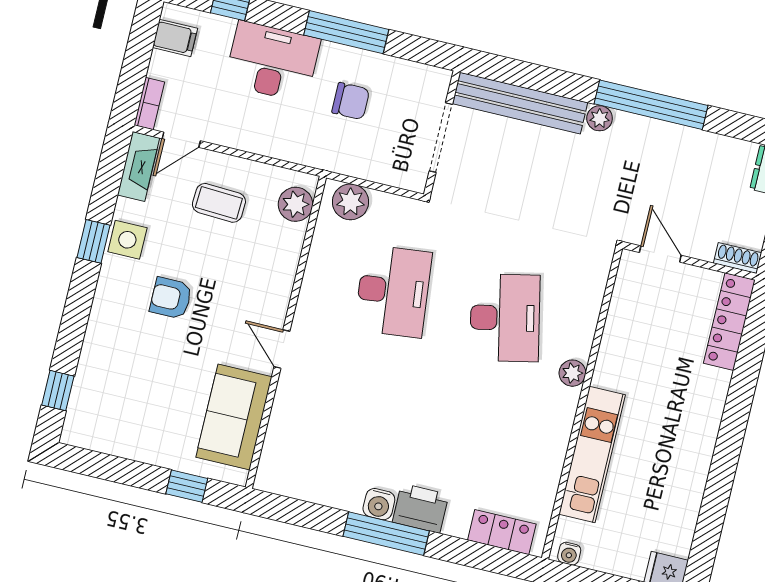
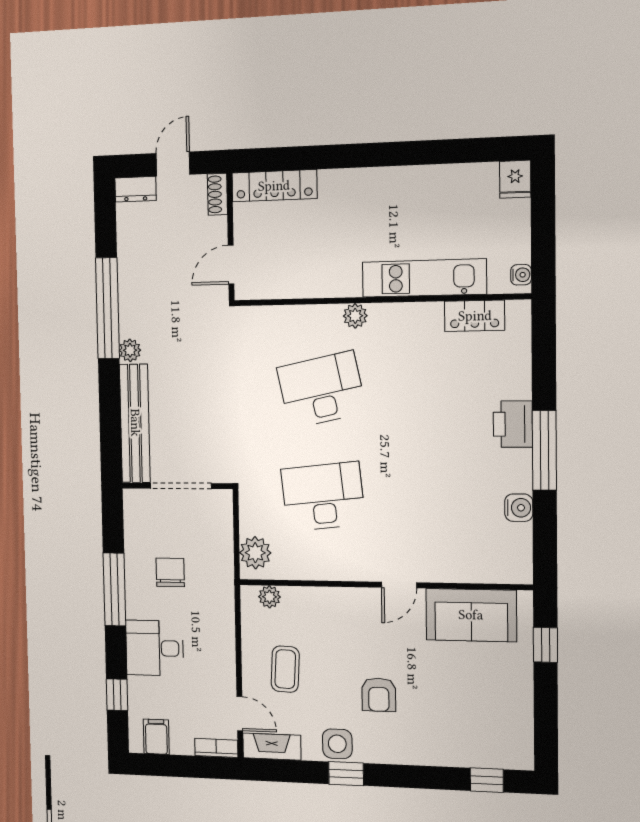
desk: (272, 62) -> (155, 648), width x0.73
plant: (296, 204) -> (269, 597), width x0.73, depth x0.73
water cooler: (379, 504) -> (519, 508), moved
locker: (502, 532) -> (475, 316), moved, turned -90

